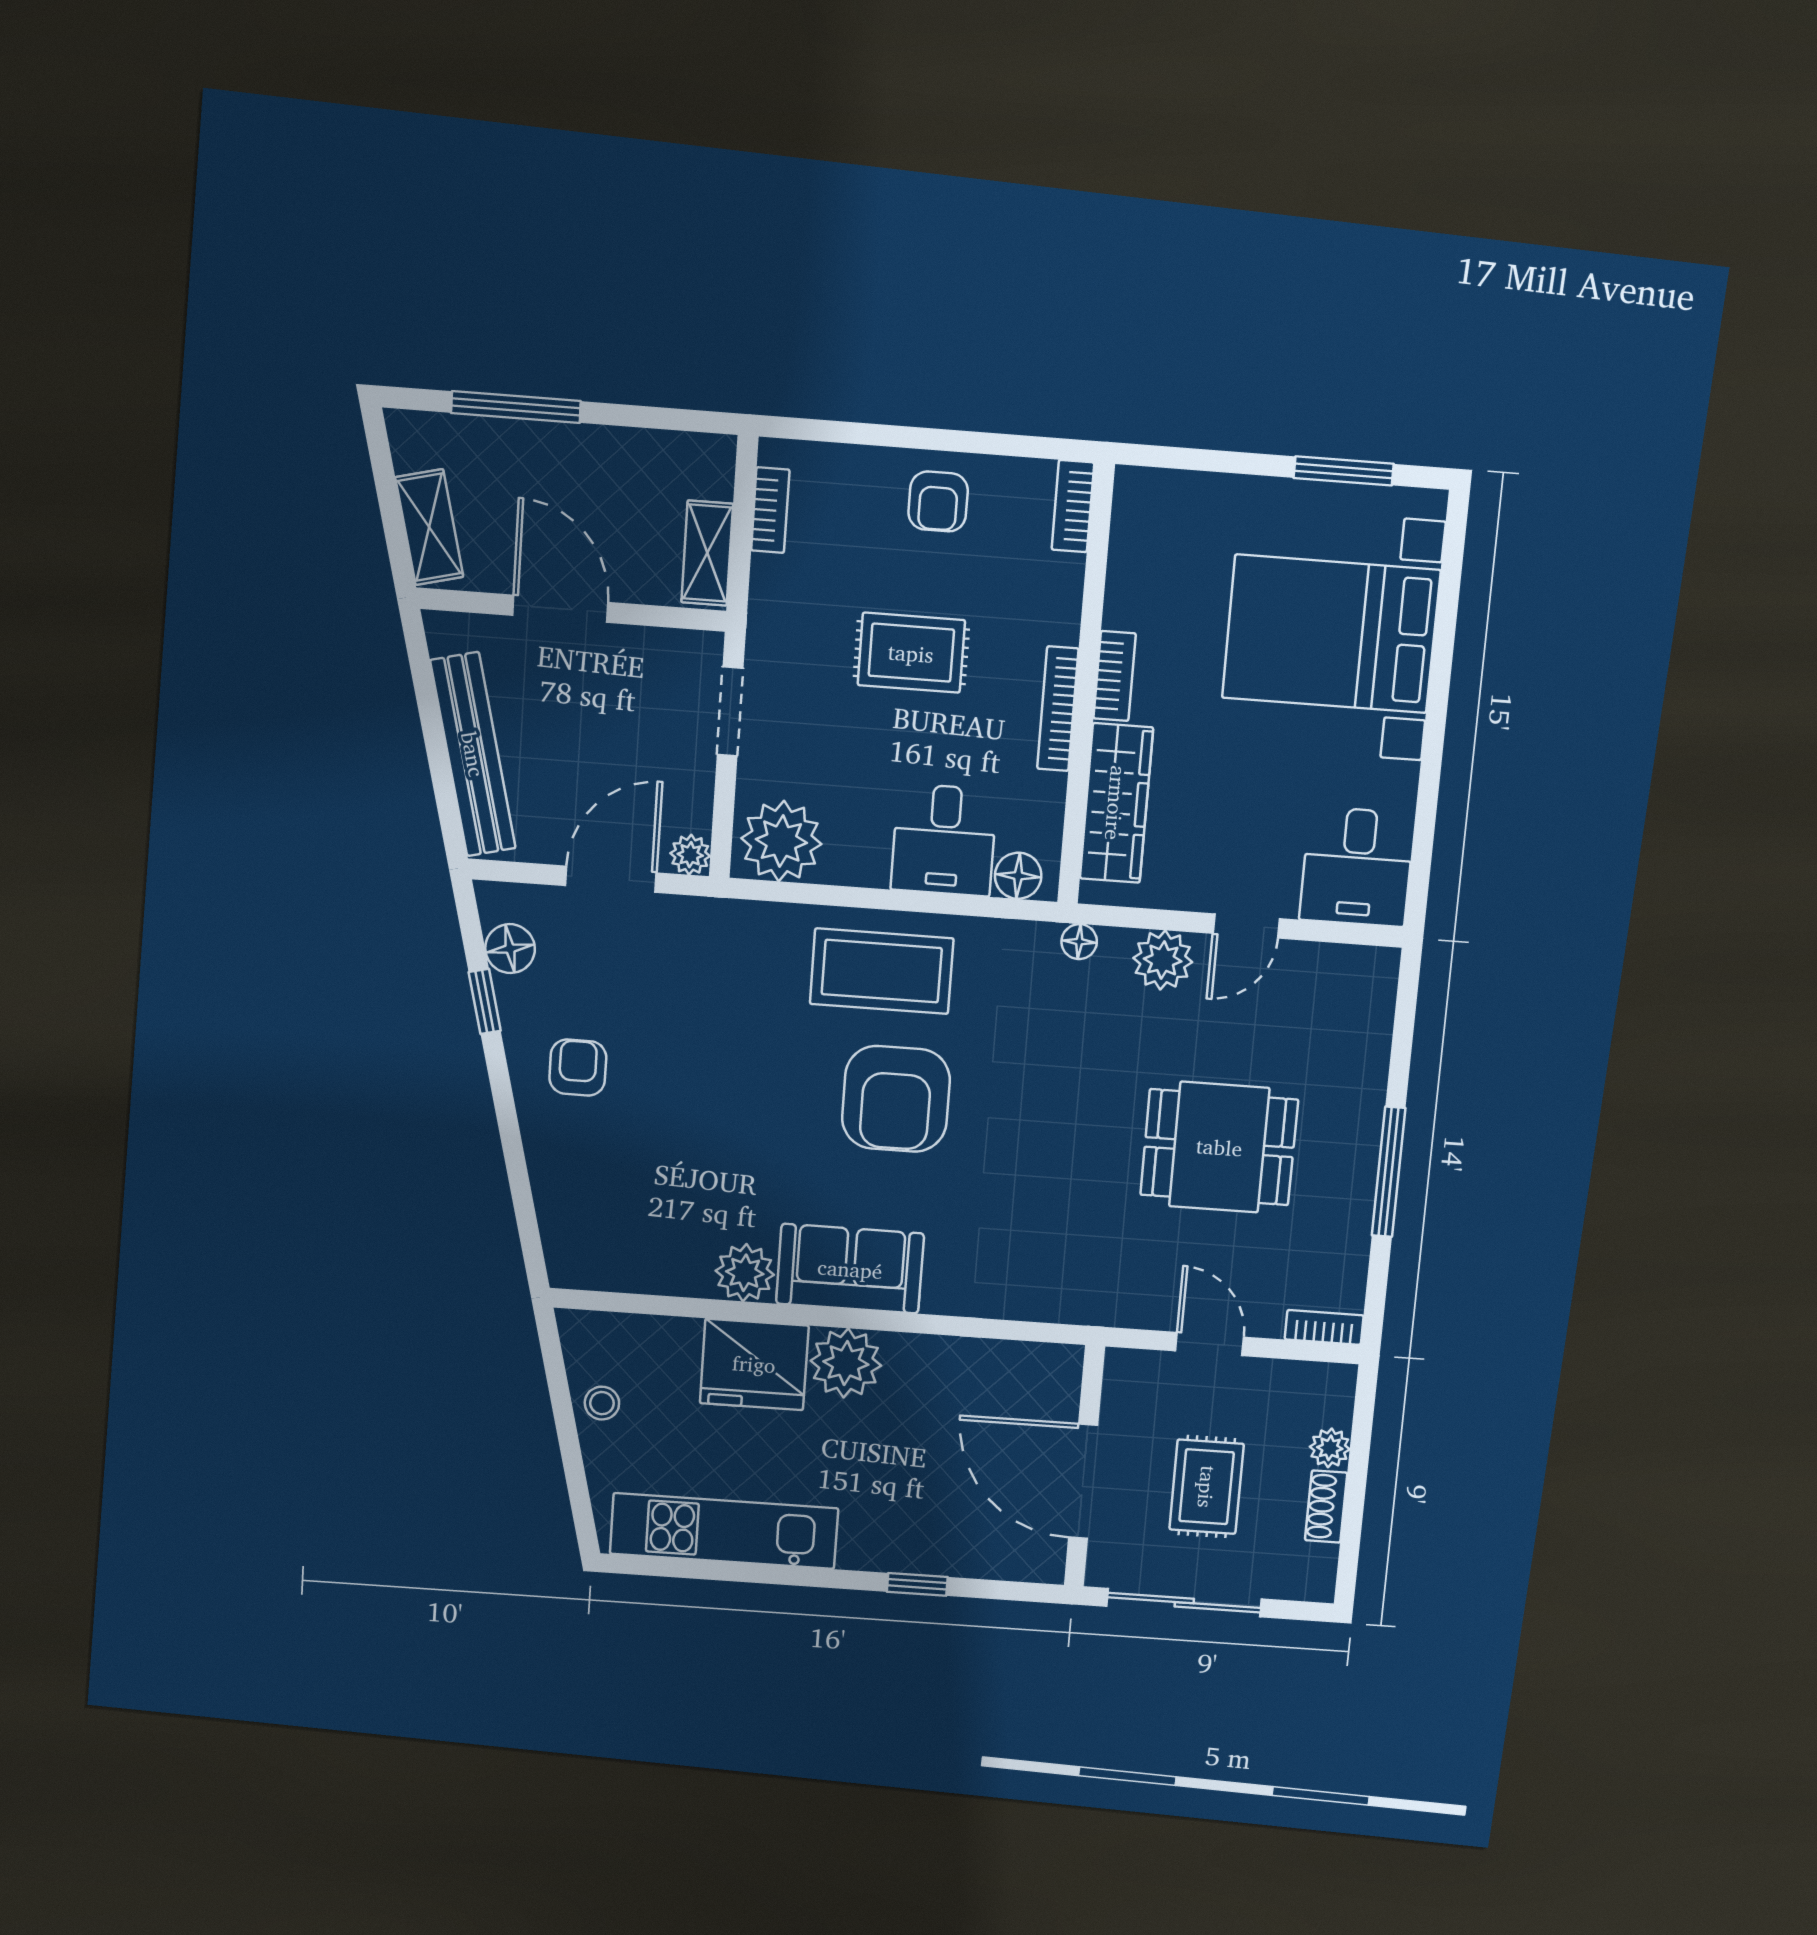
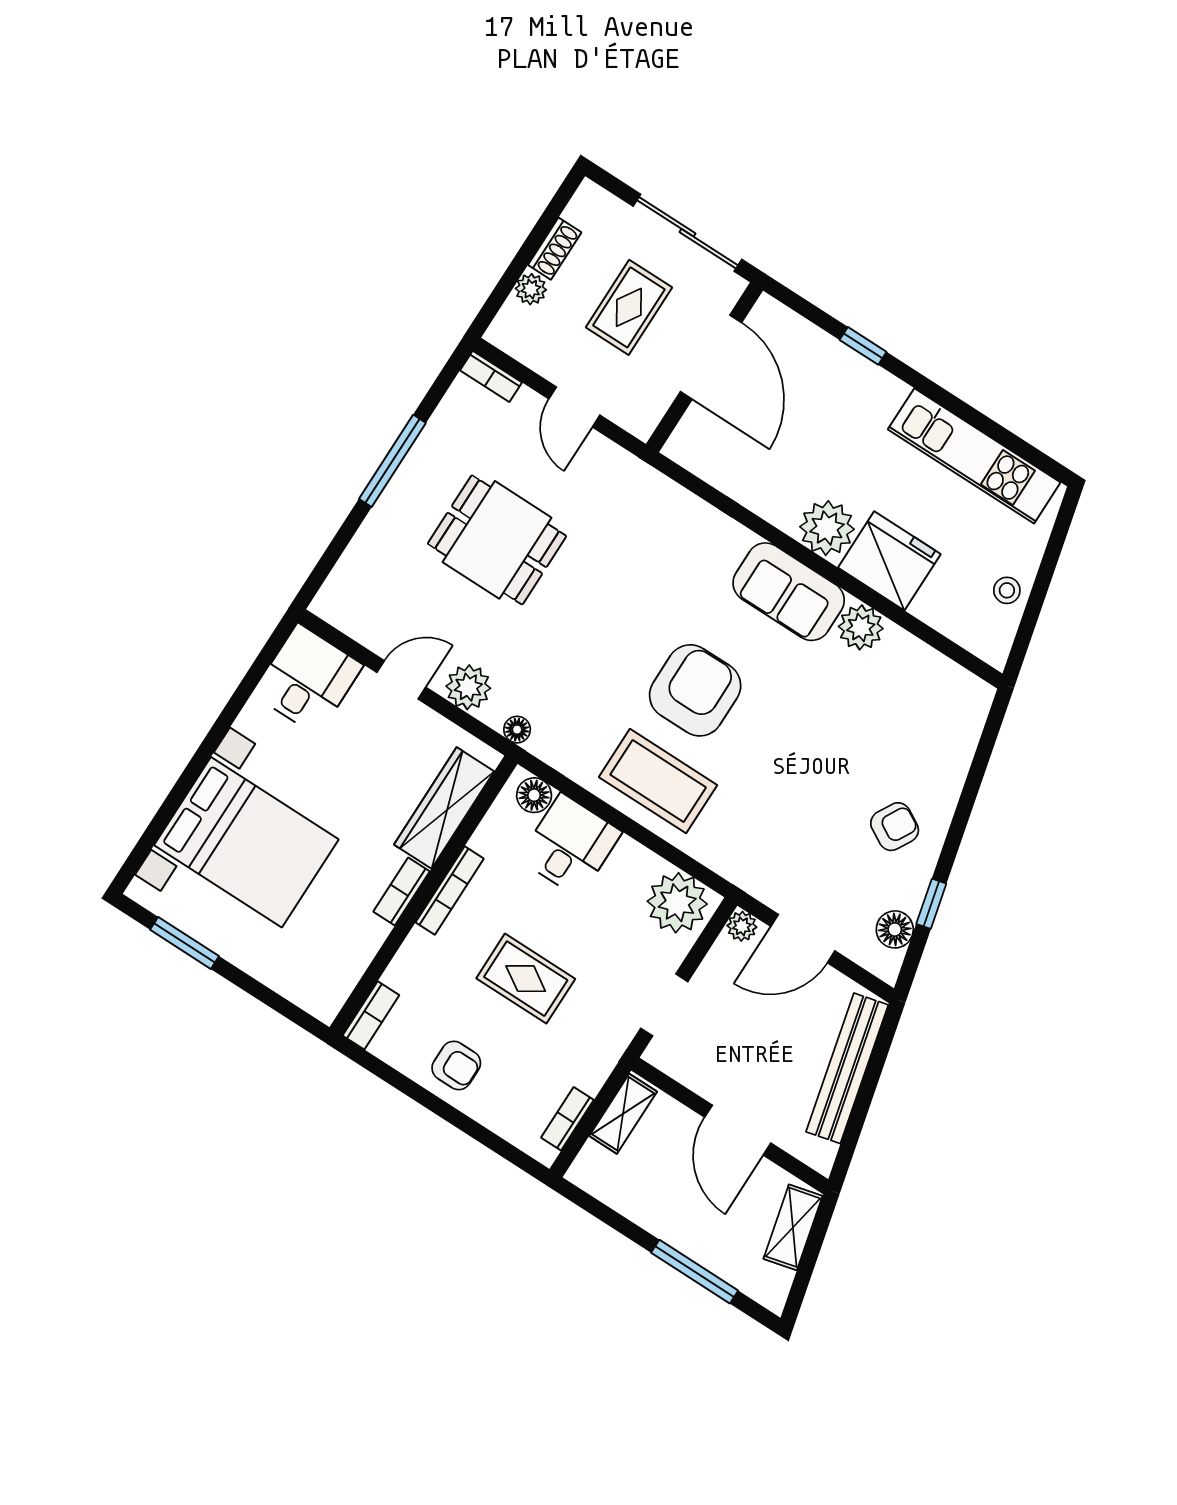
armchair: (938, 502) -> (456, 1065), turned 90
armchair: (578, 1068) -> (895, 827), turned -151

